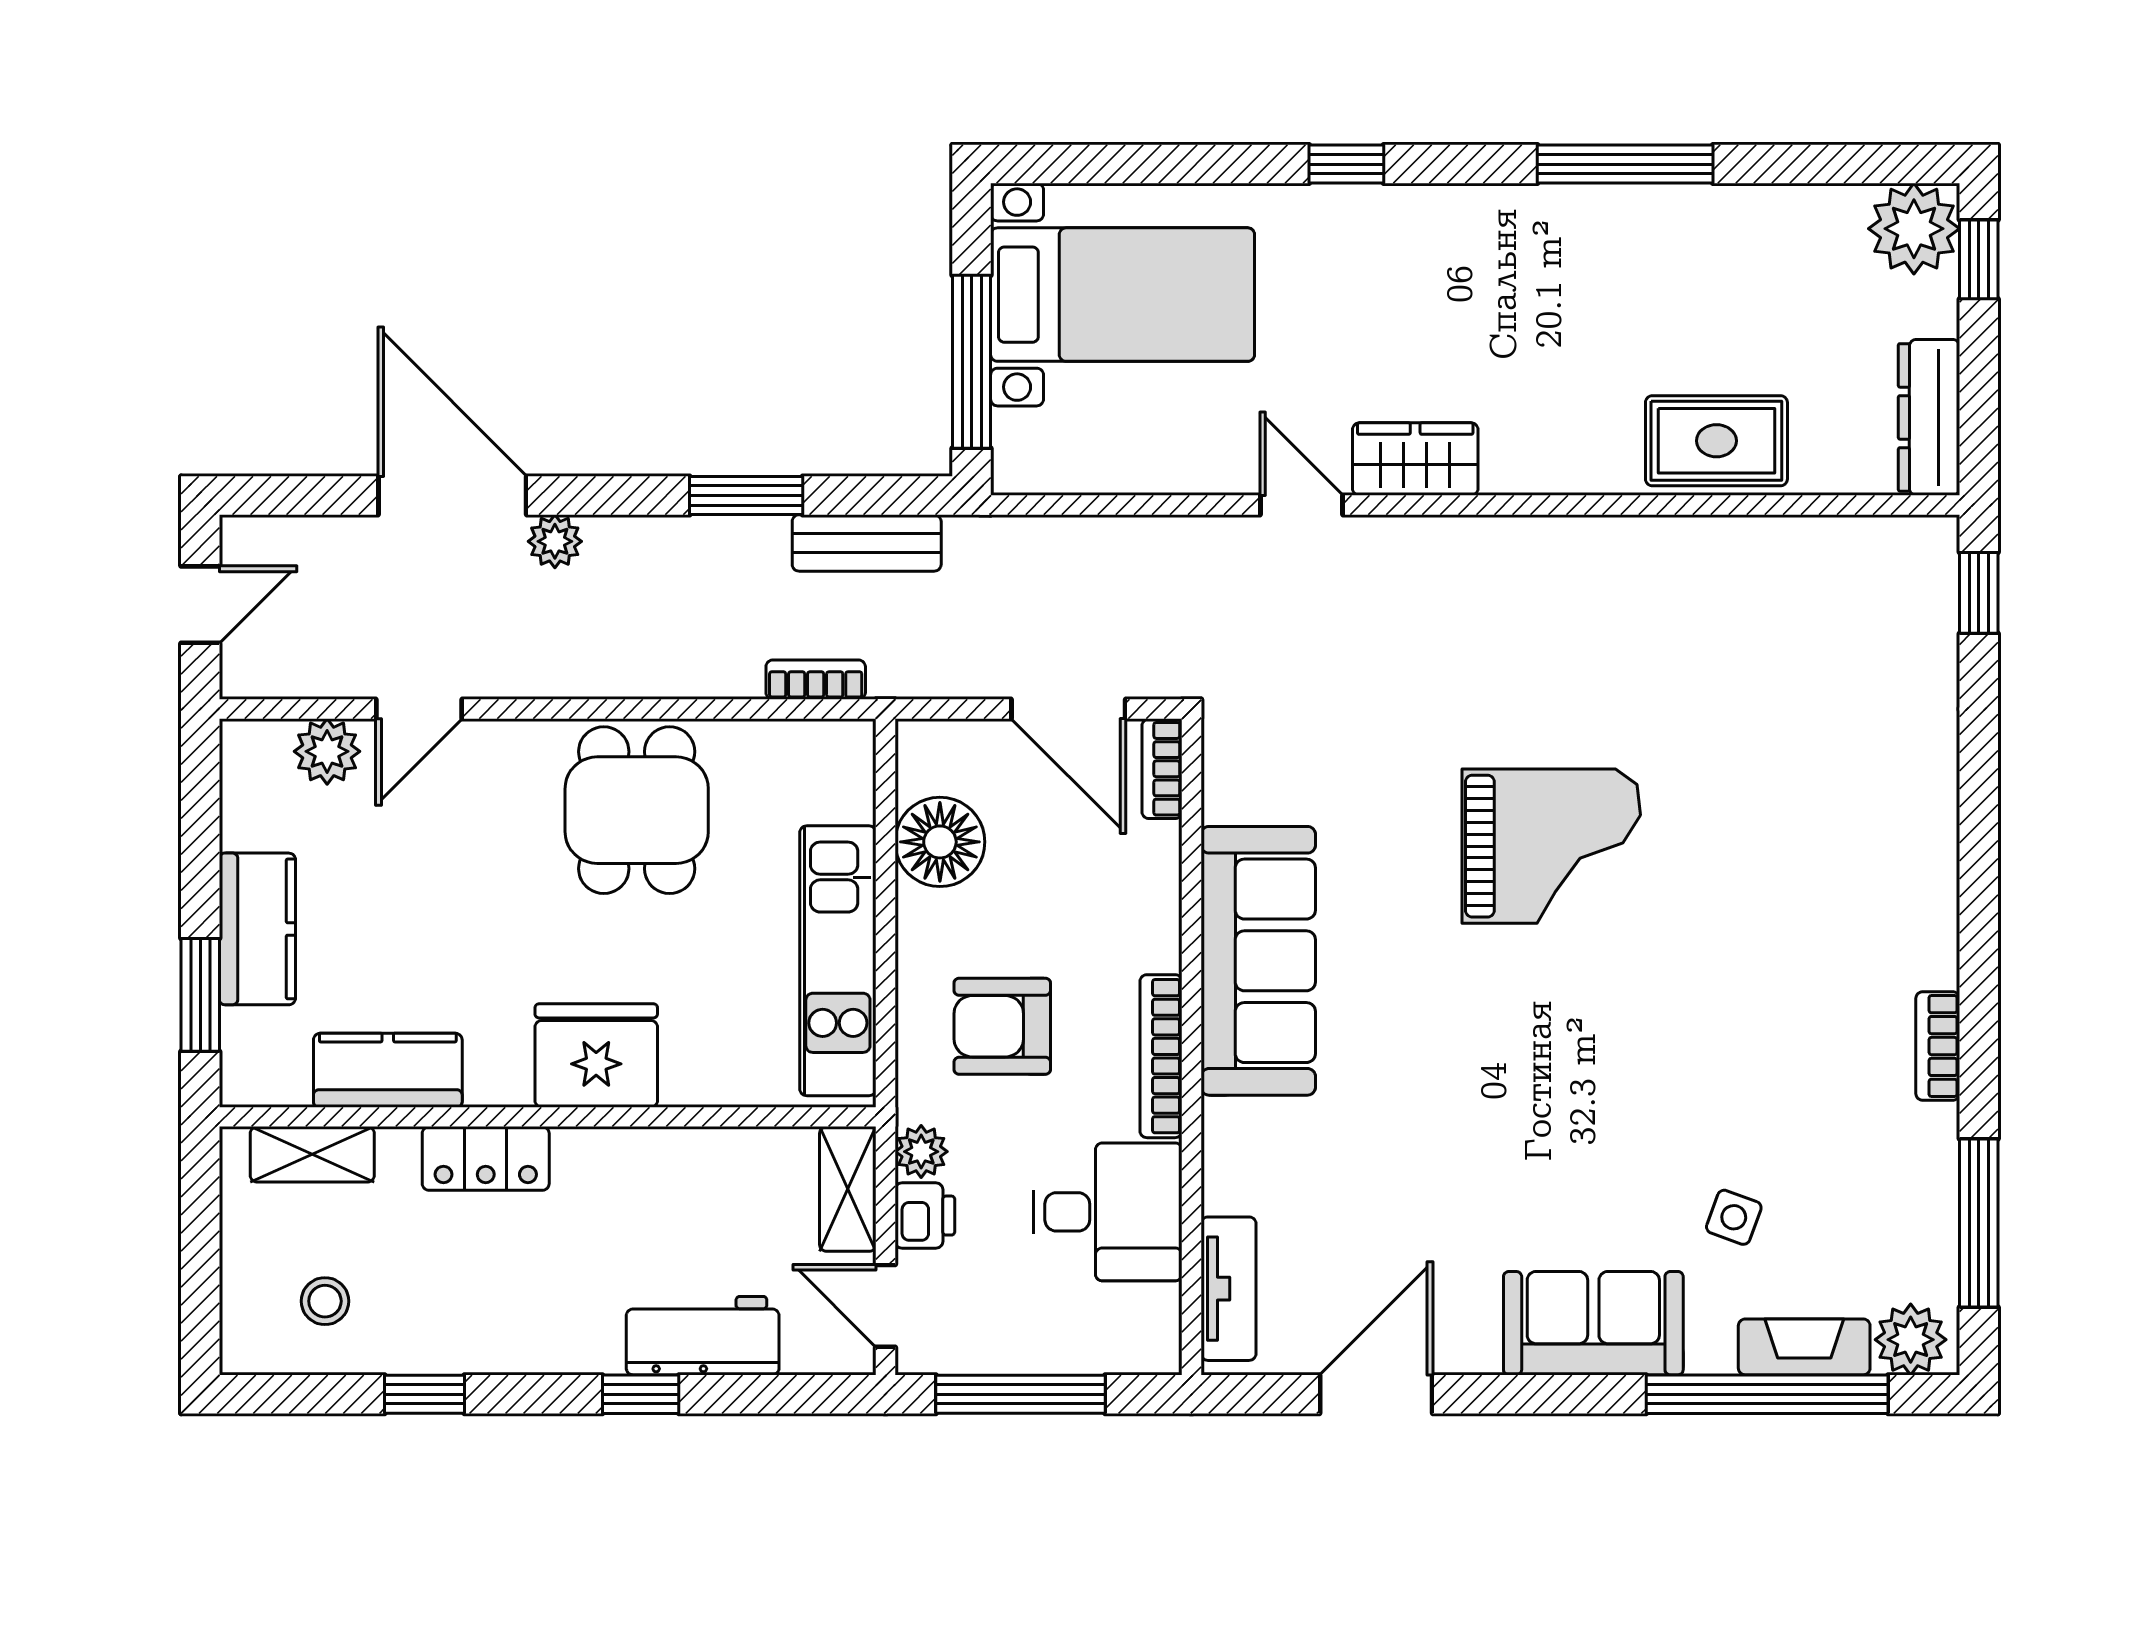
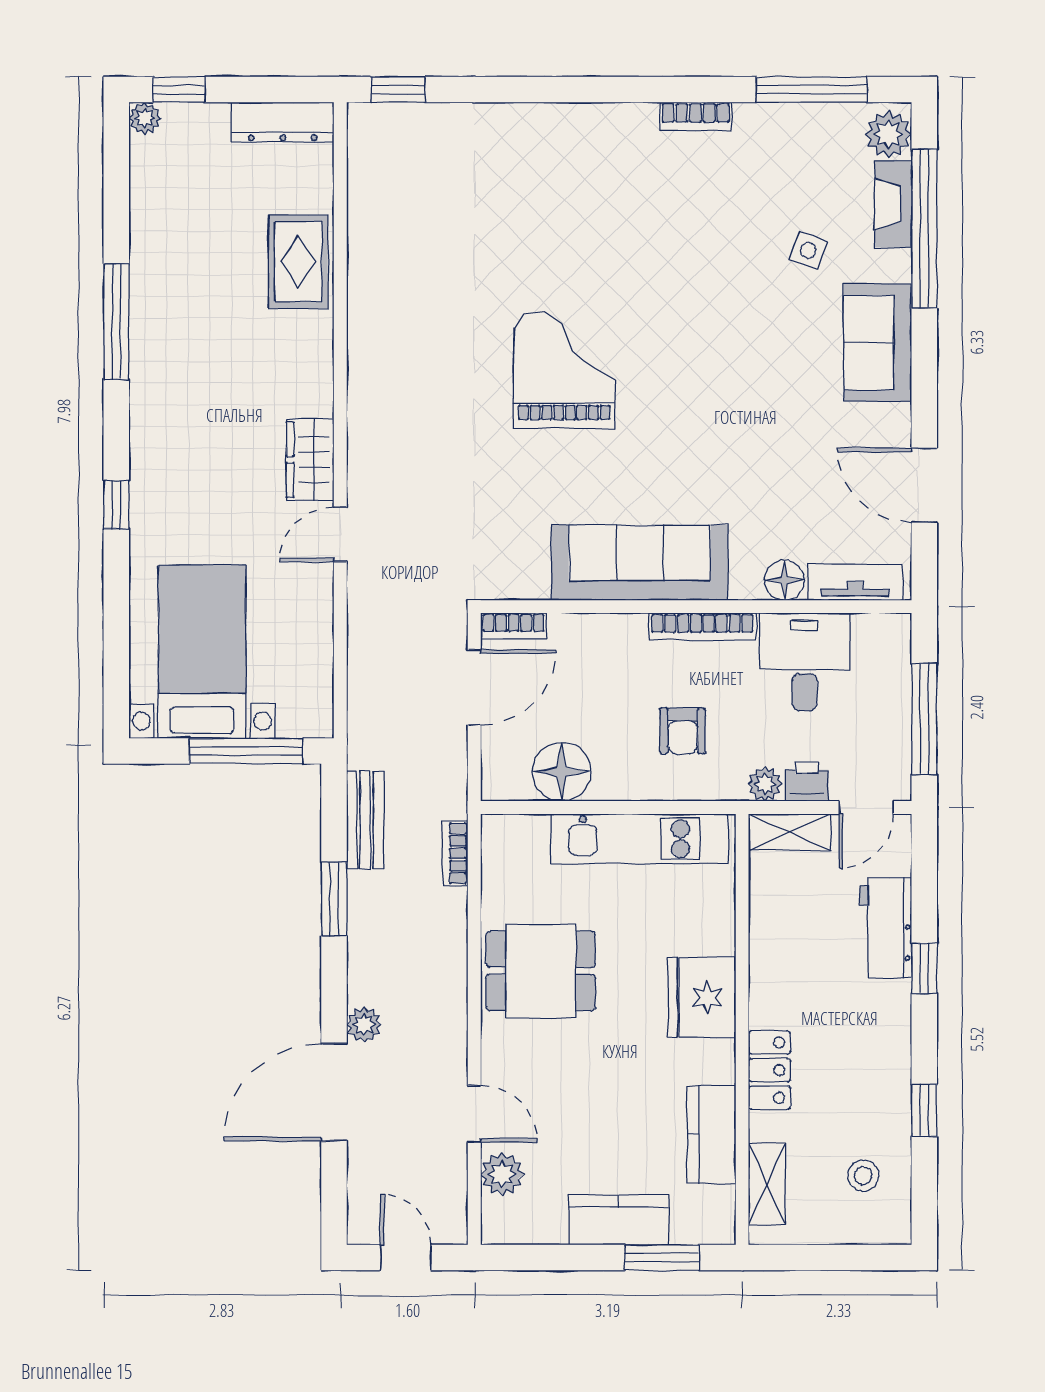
plant: (1914, 229) -> (145, 118), width x0.53, depth x0.53
armchair: (1002, 1026) -> (683, 731), width x0.72, depth x0.72
floor lamp: (1232, 1181) -> (784, 580), added

